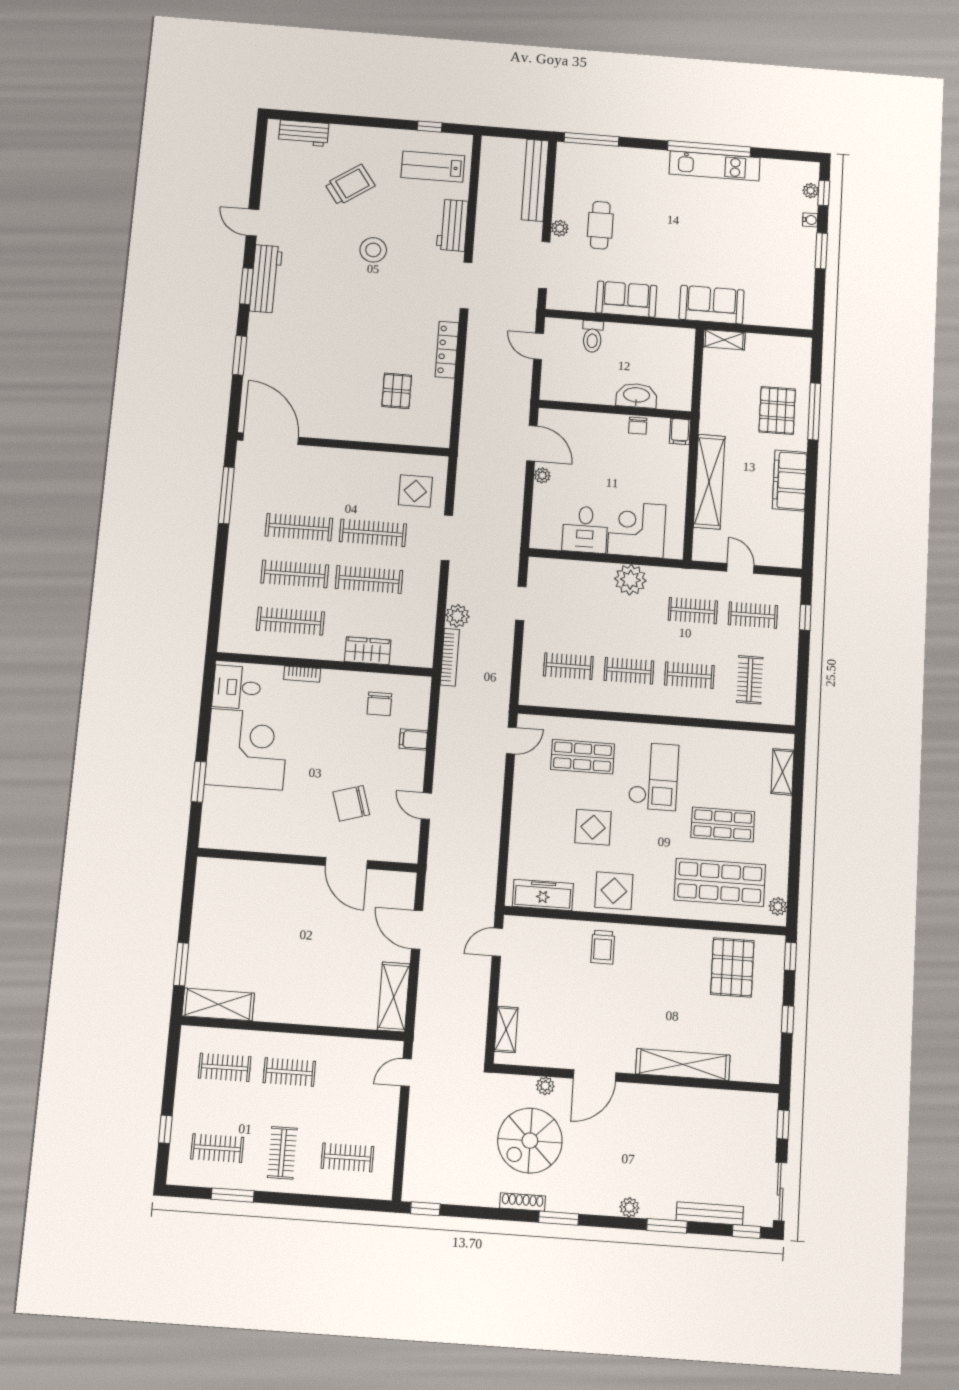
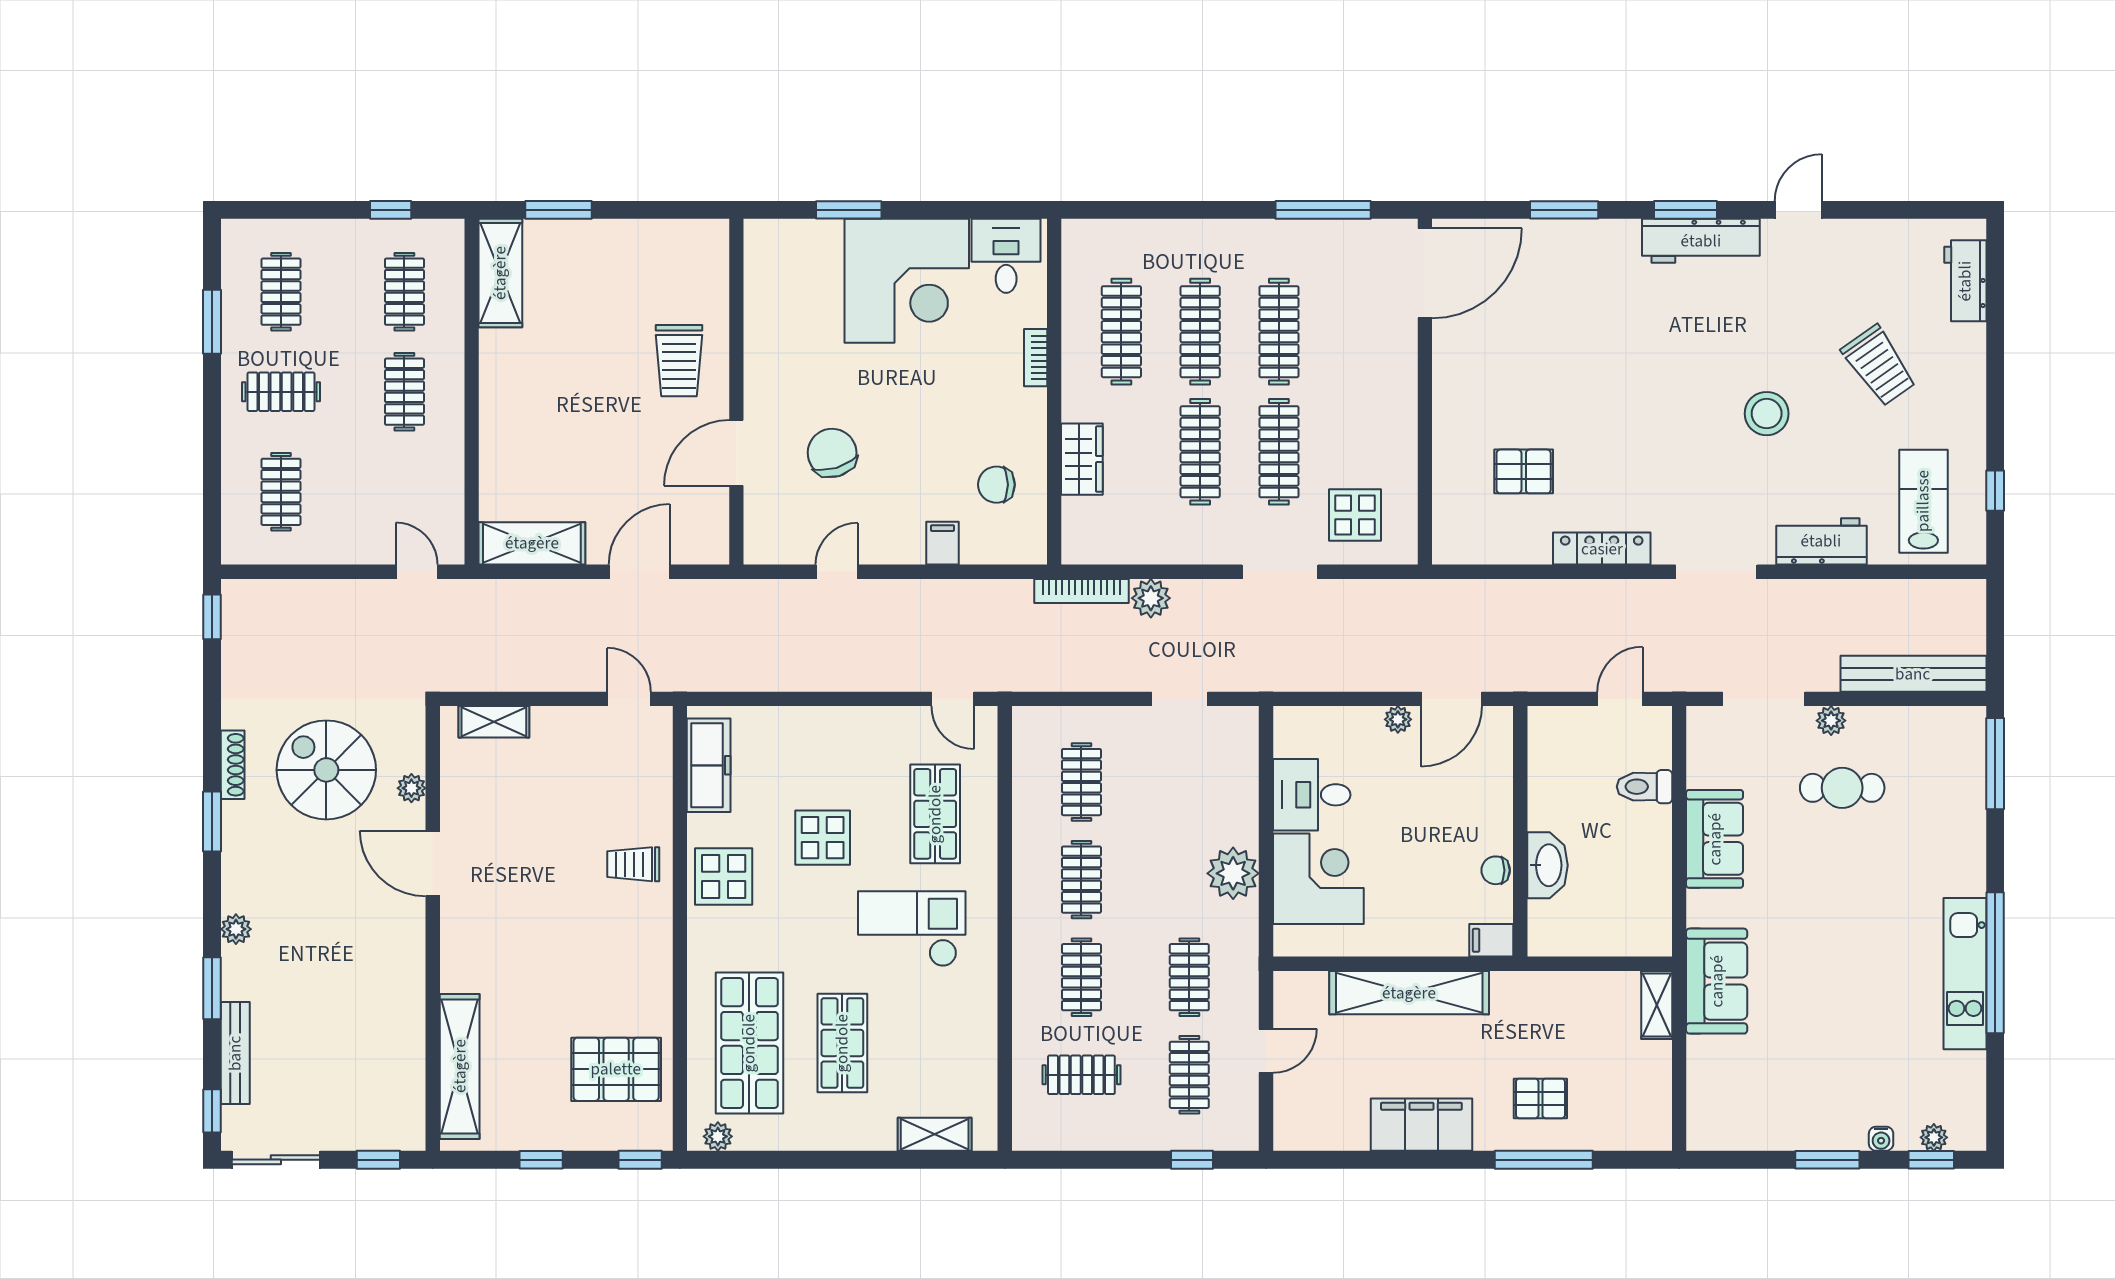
pallet: (777, 411) -> (1540, 1098), width x0.67, depth x0.71
checkout: (654, 776) -> (912, 929), turned 180
trolley: (285, 895) -> (679, 361), added
shelving: (683, 1064) -> (460, 1066), moved
window: (165, 1129) -> (391, 210), moved

